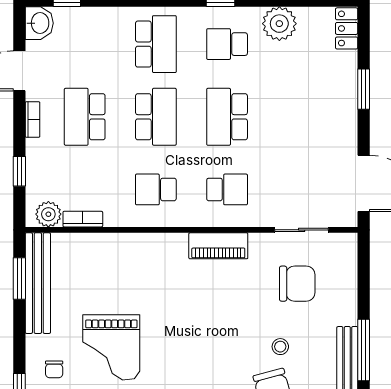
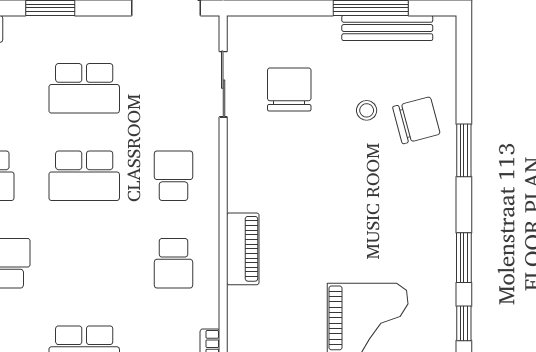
school desk: (156, 117) -> (84, 88), moved, turned 180
piano: (218, 246) -> (243, 249), moved

